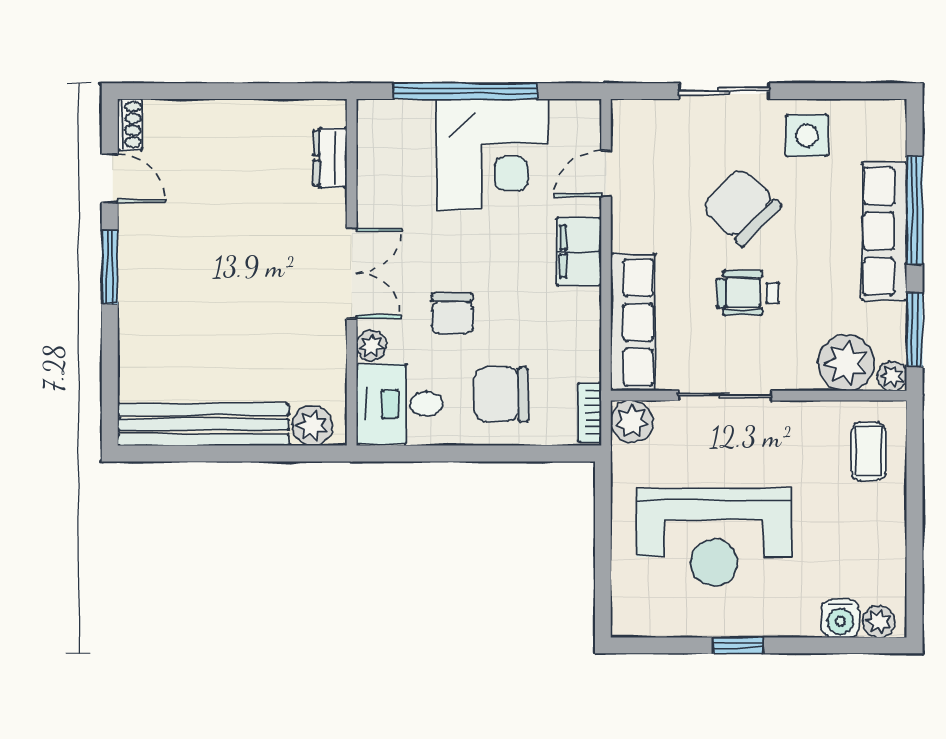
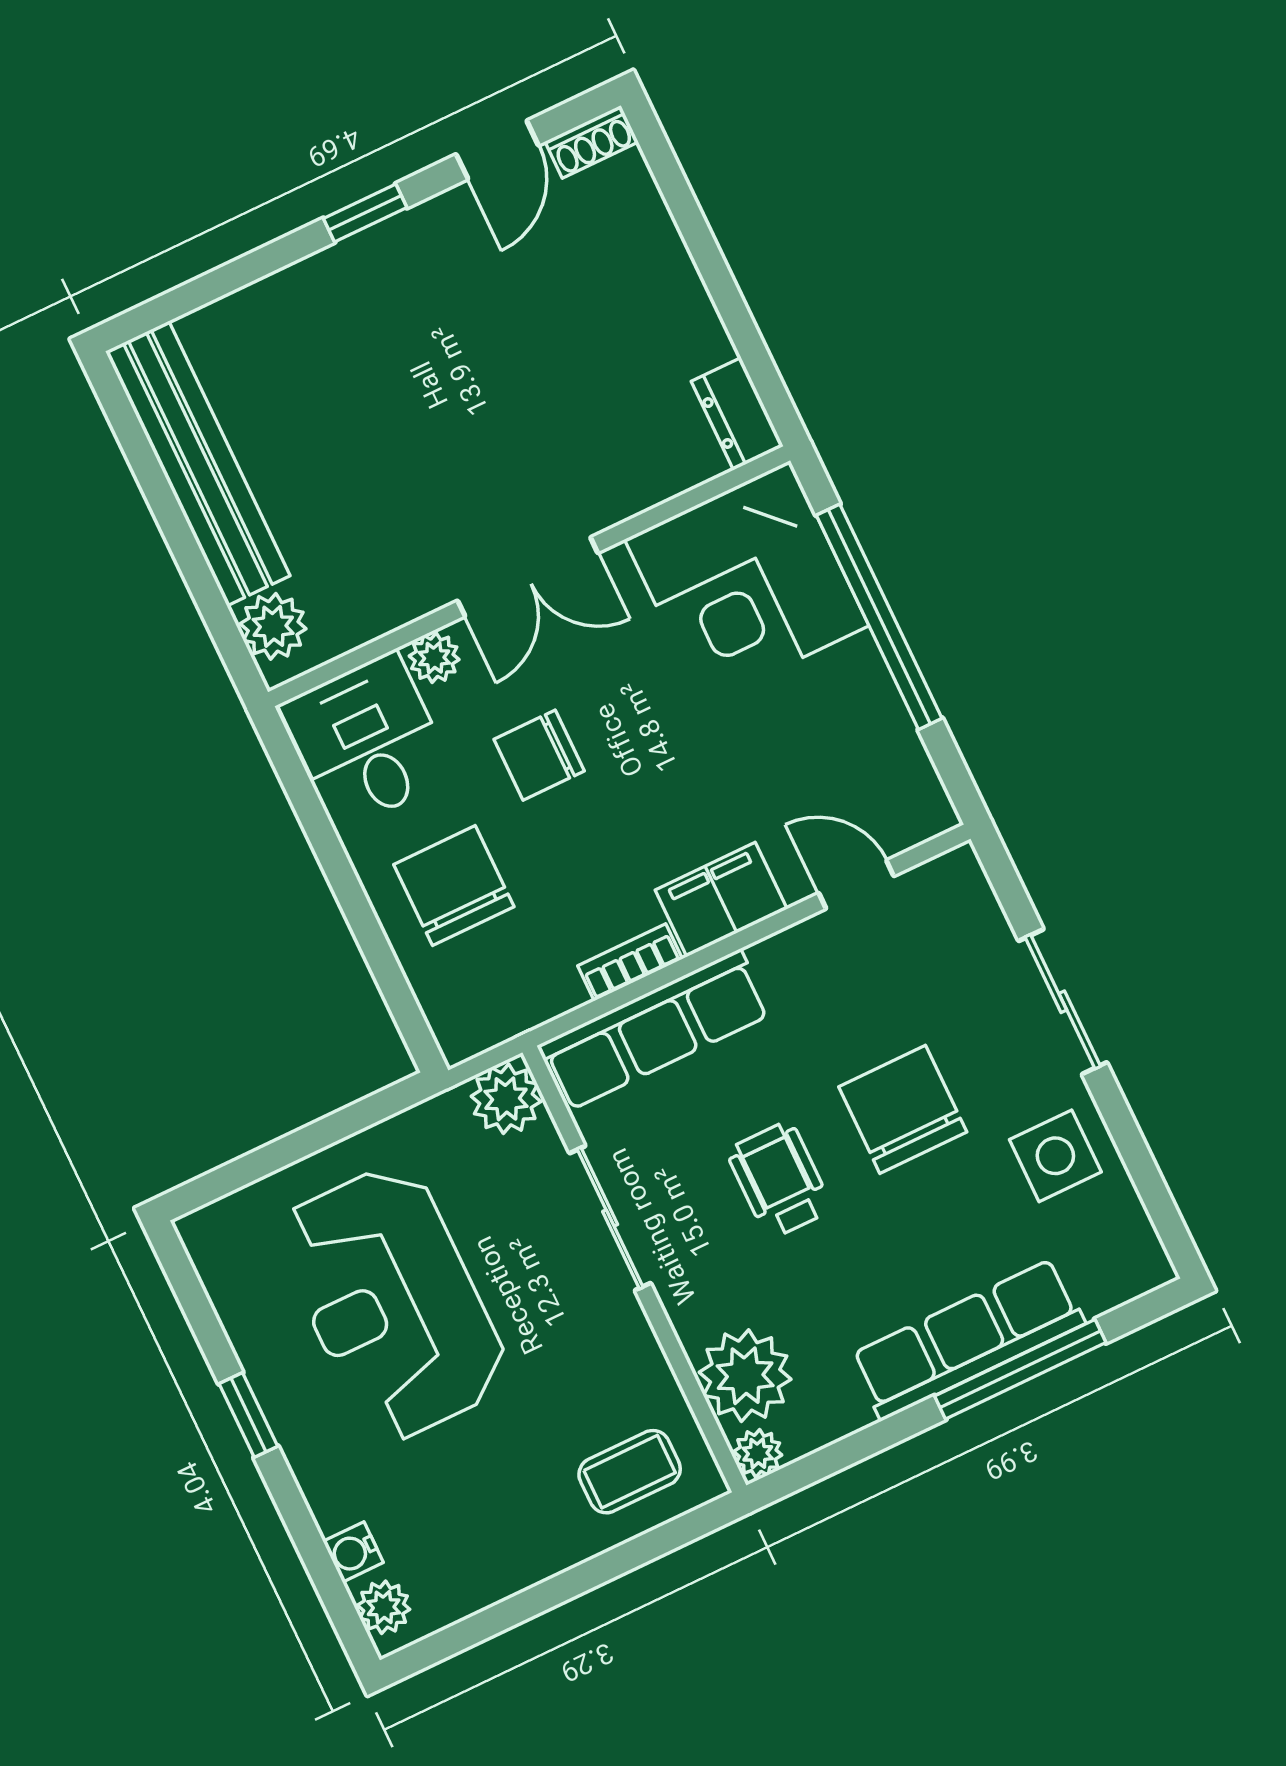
corner desk: (492, 155) -> (747, 583), moved
dresser: (330, 158) -> (737, 414), moved, turned -90
chair: (741, 207) -> (903, 1109), turned -44
window: (110, 267) -> (365, 213), width x0.67
window: (914, 330) -> (843, 1454), removed
bookcase: (589, 412) -> (630, 962), moved
water cooler: (840, 618) -> (353, 1552), width x0.72, depth x0.72

